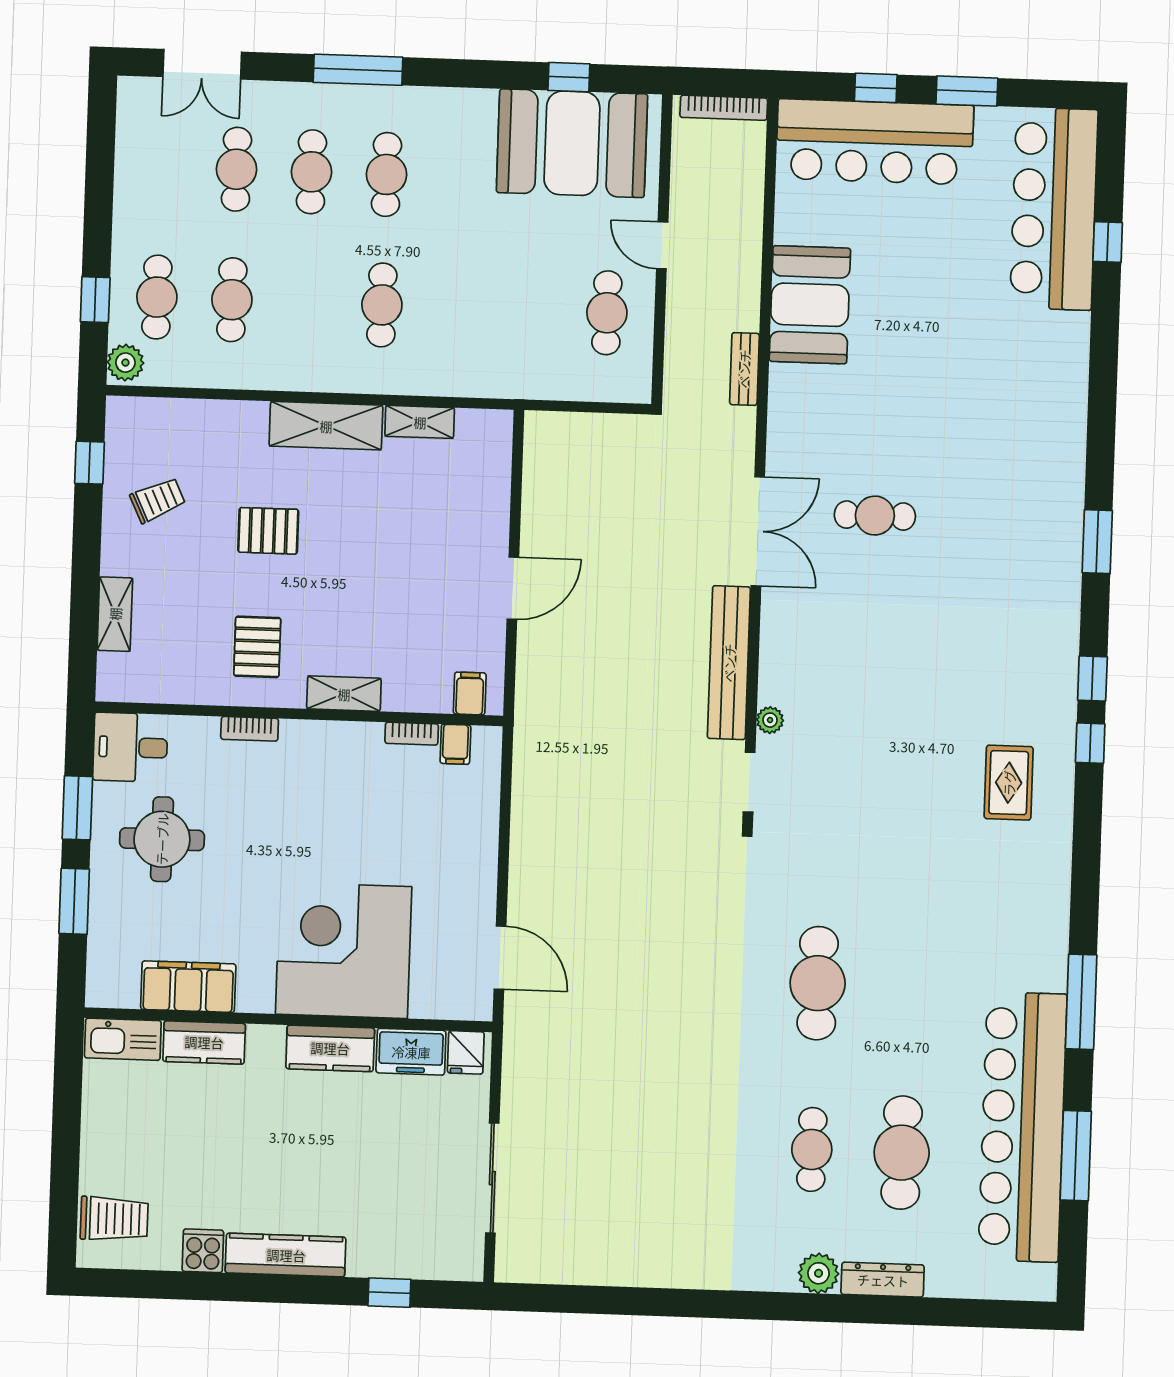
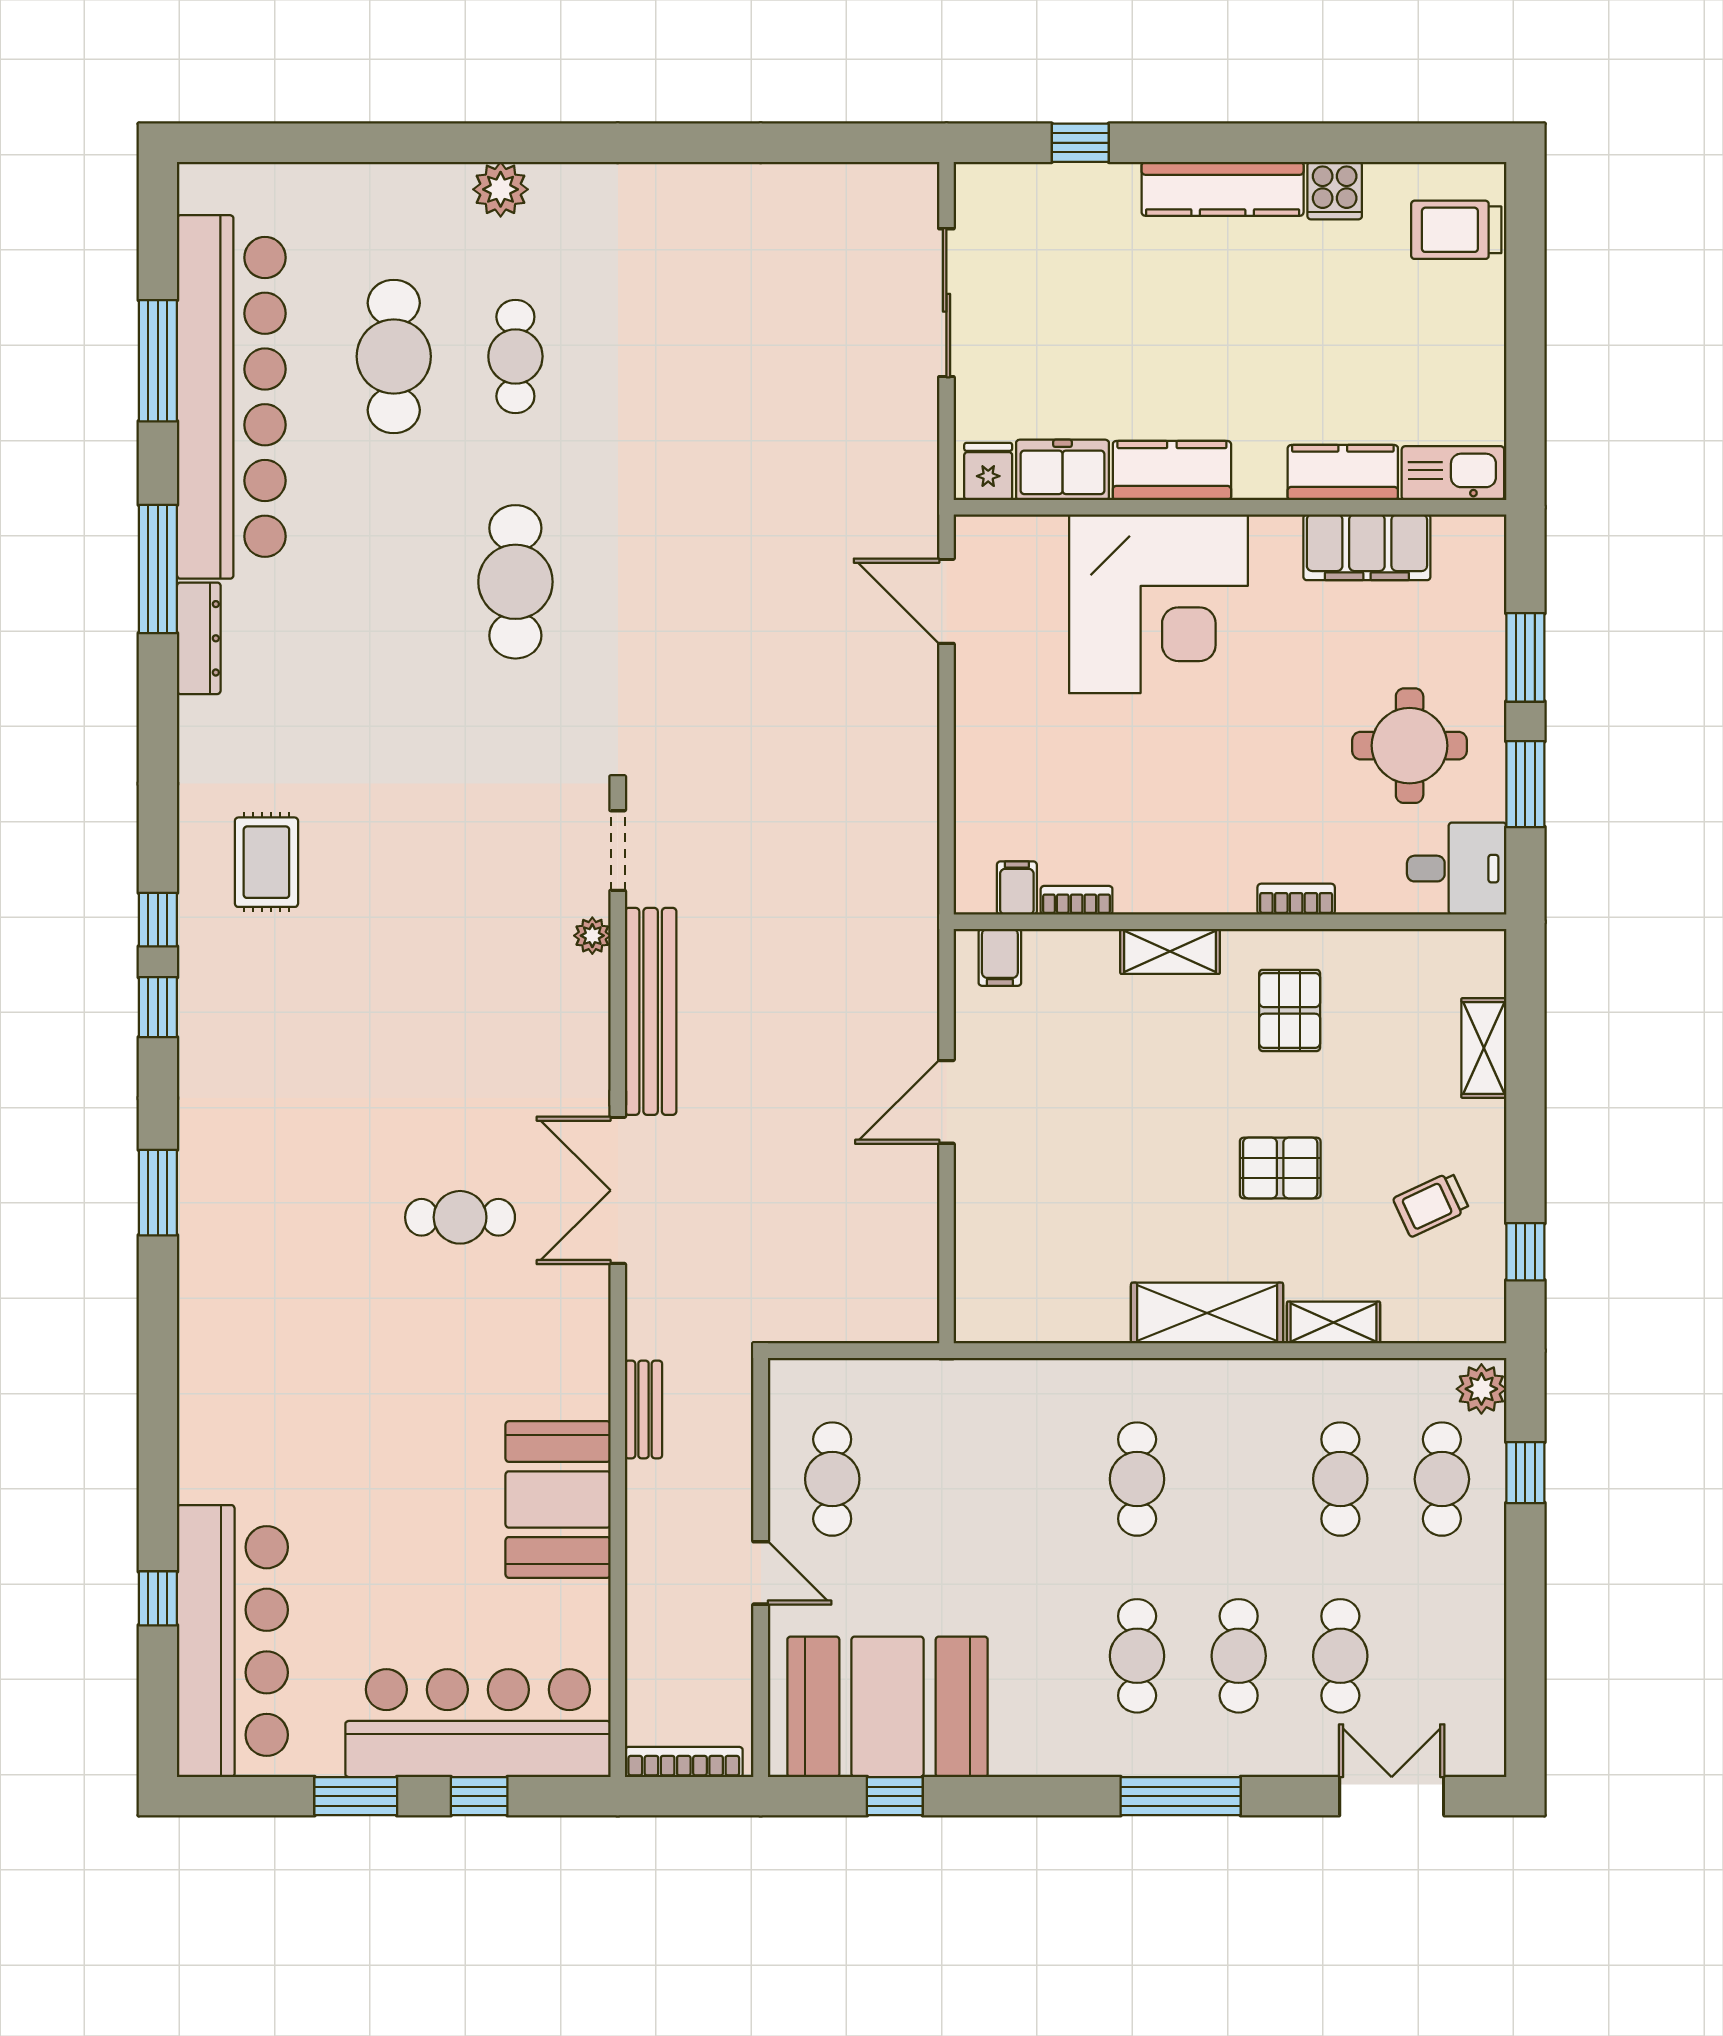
shelving: (420, 422) -> (1334, 1323), moved
dresser: (883, 1280) -> (199, 638), moved, turned -90

